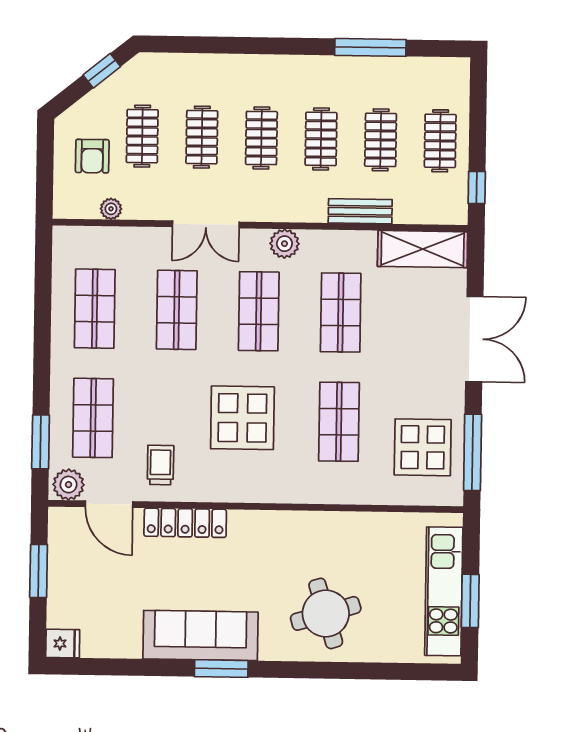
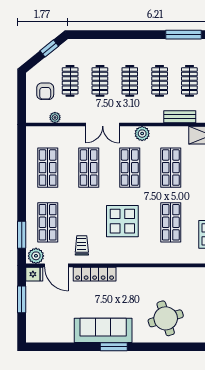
fridge: (63, 644) -> (34, 274), moved

